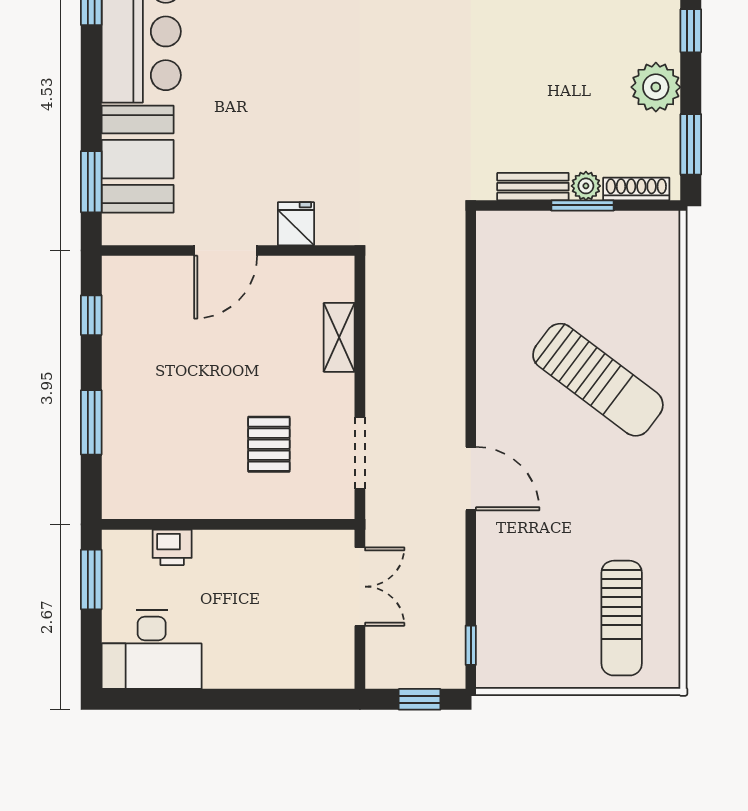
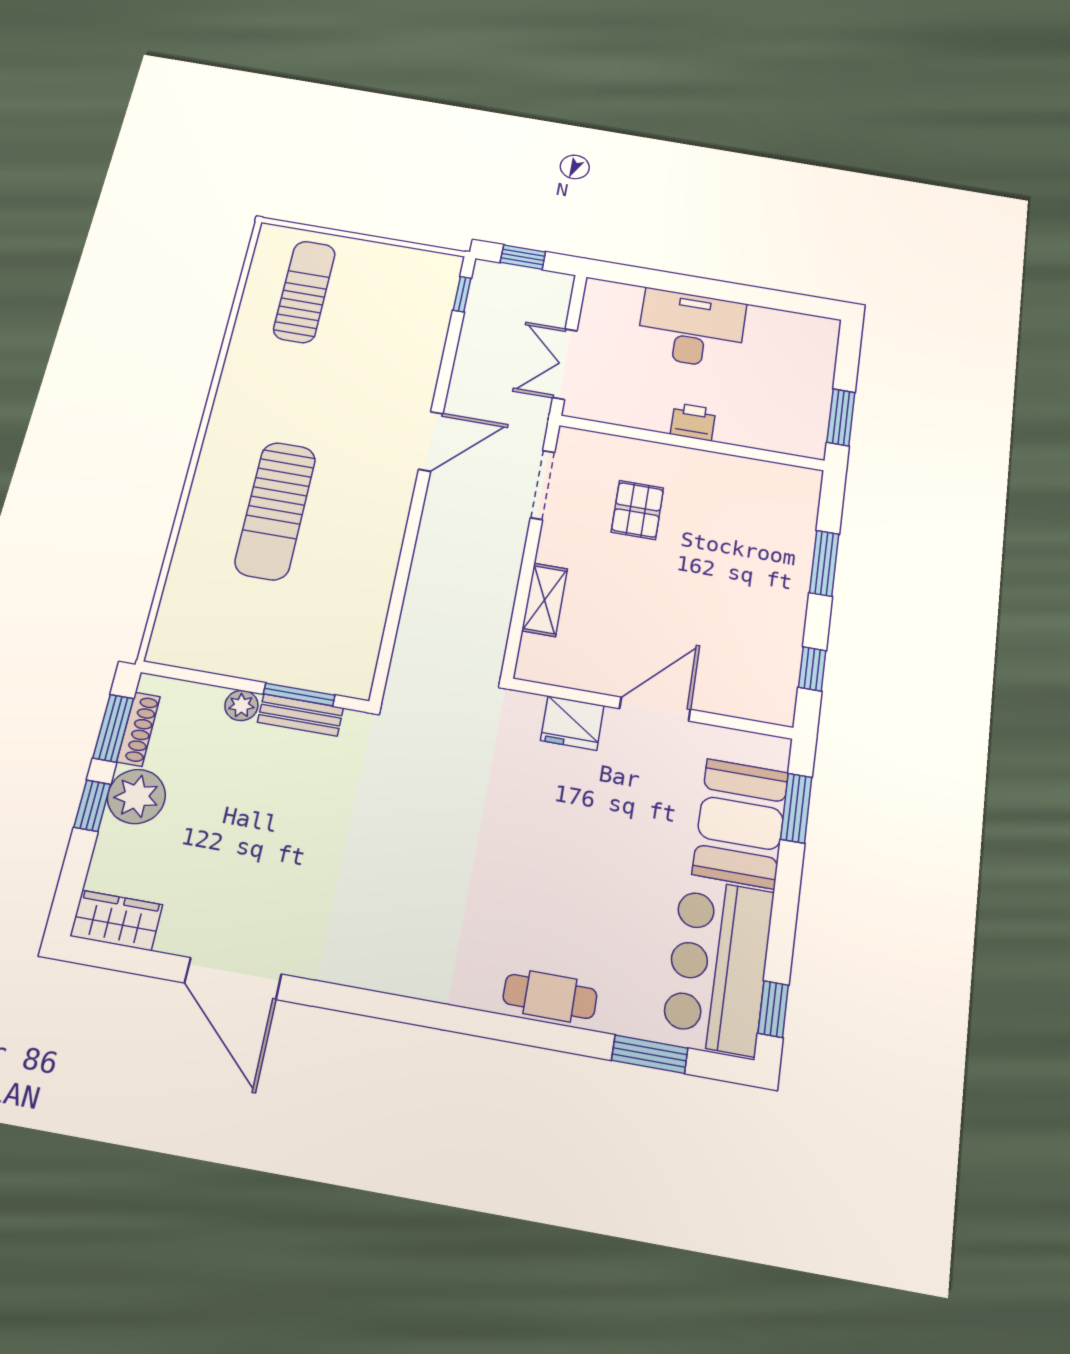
window: (691, 31) -> (92, 806), moved
shoe rack: (636, 189) -> (138, 729), moved, turned -90
window: (583, 205) -> (299, 694), moved
fridge: (296, 224) -> (572, 723), width x1.38
sun lounger: (598, 380) -> (275, 511), turned -127
door: (471, 479) -> (431, 441), swing flipped
printer: (172, 547) -> (693, 422), moved
desk: (152, 650) -> (691, 329), moved

